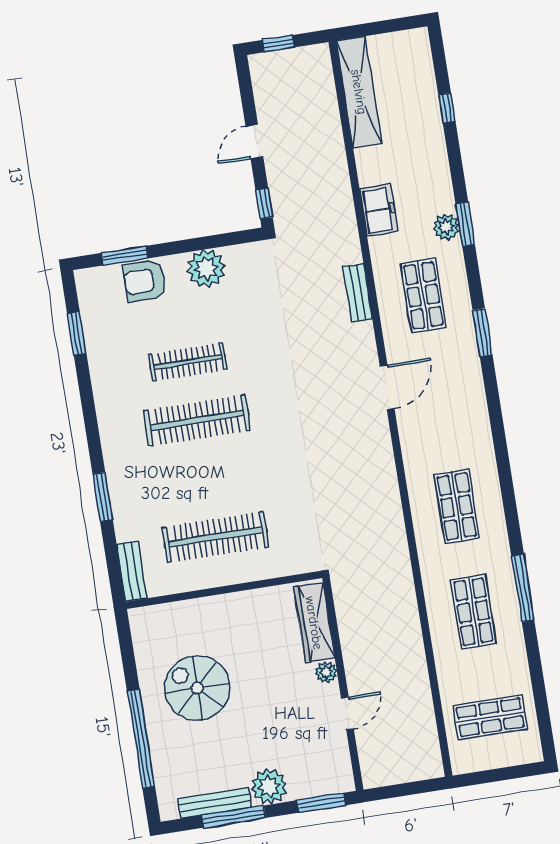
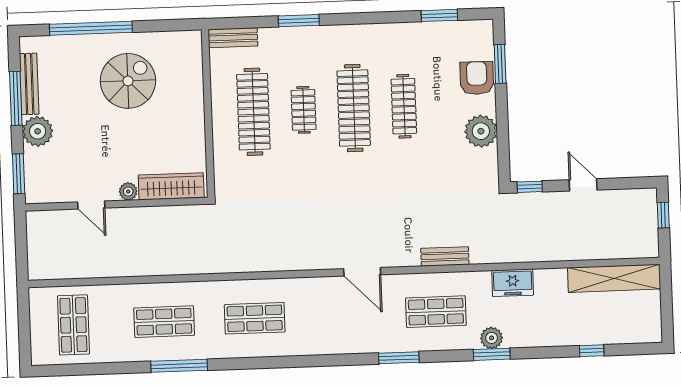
clothes rail: (206, 479) -> (304, 110), added

